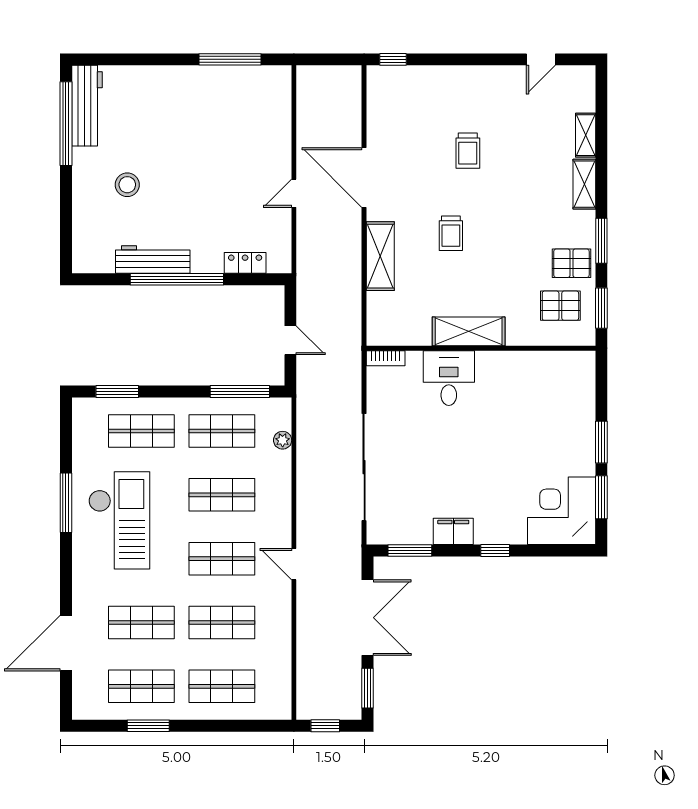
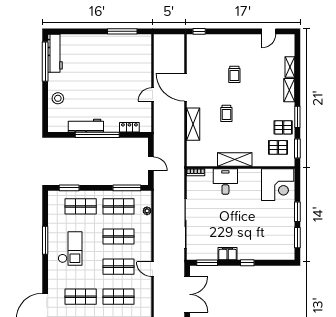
stool: (127, 185) -> (58, 98), moved
corner desk: (562, 511) -> (278, 185), moved, turned 180
checkout: (119, 520) -> (70, 249), width x0.73, depth x0.83

